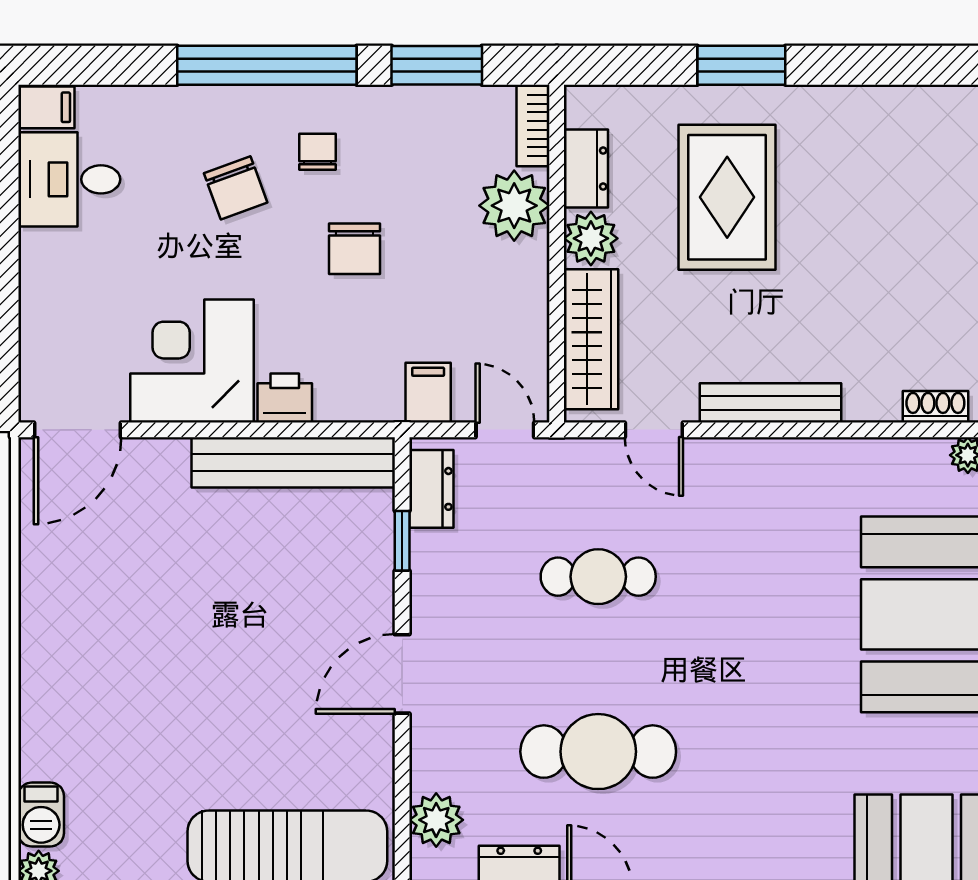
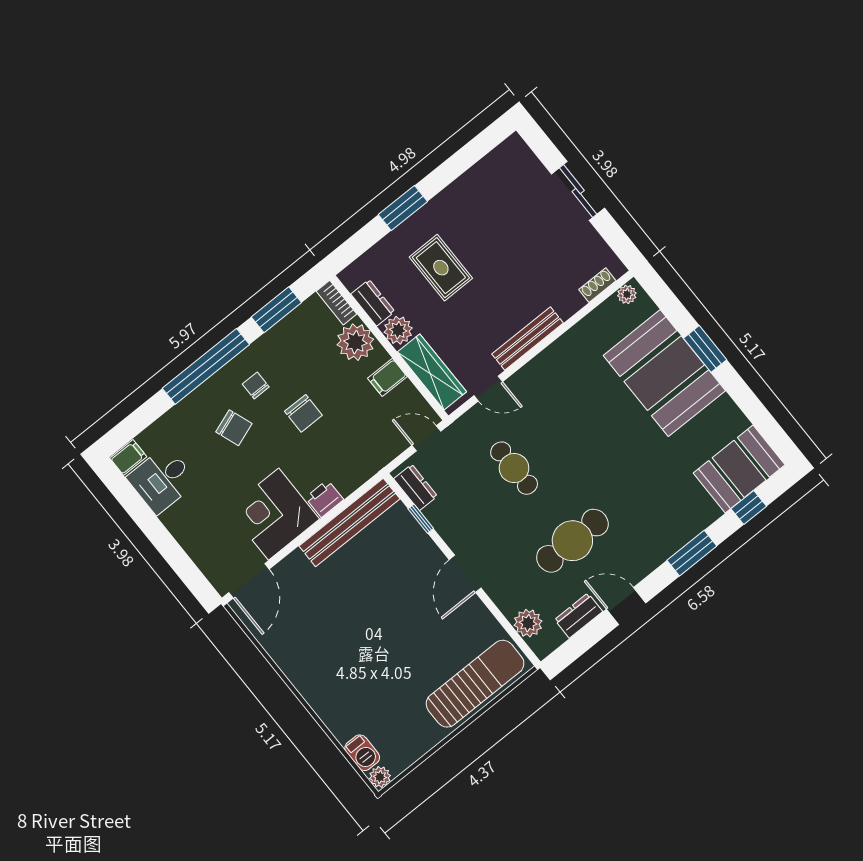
rug: (727, 197) -> (441, 268), width x0.73, depth x0.70
filing cabinet: (428, 393) -> (387, 377), moved, turned -90
cafe table: (598, 577) -> (514, 468), turned 90

